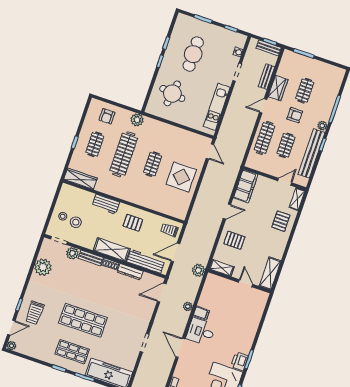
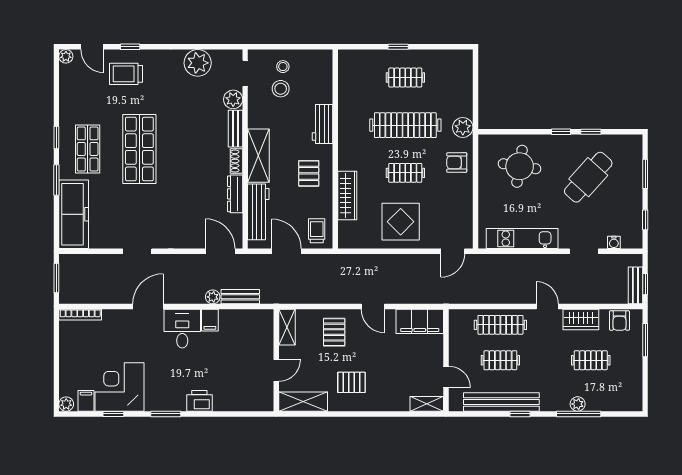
cafe table: (193, 54) -> (588, 177), turned -48
bench: (266, 77) -> (240, 297), moved
armchair: (295, 115) -> (619, 321), moved
armchair: (107, 116) -> (457, 162), moved
plant: (322, 126) -> (578, 404), moved
wardrobe: (81, 179) -> (347, 195), moved
pallet: (281, 221) -> (351, 382), moved
plant: (198, 270) -> (272, 294), removed
printer: (240, 361) -> (199, 401), moved

